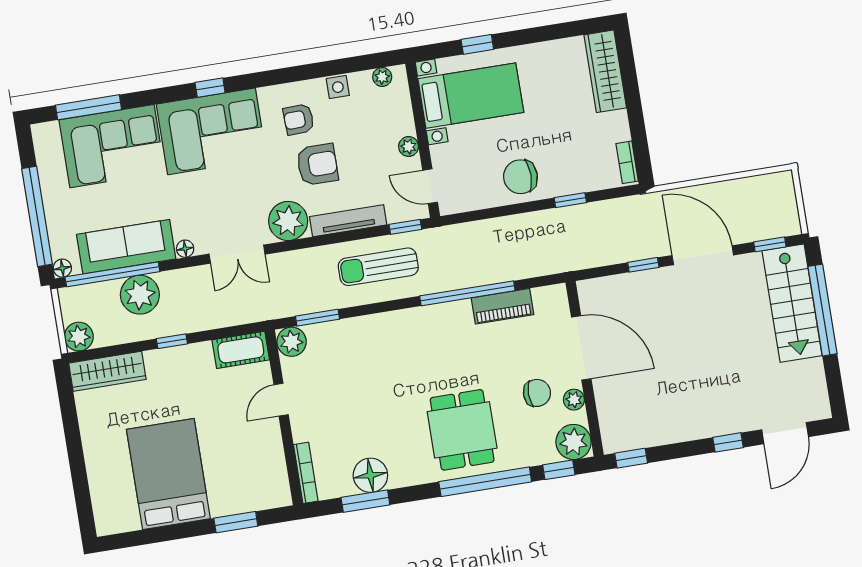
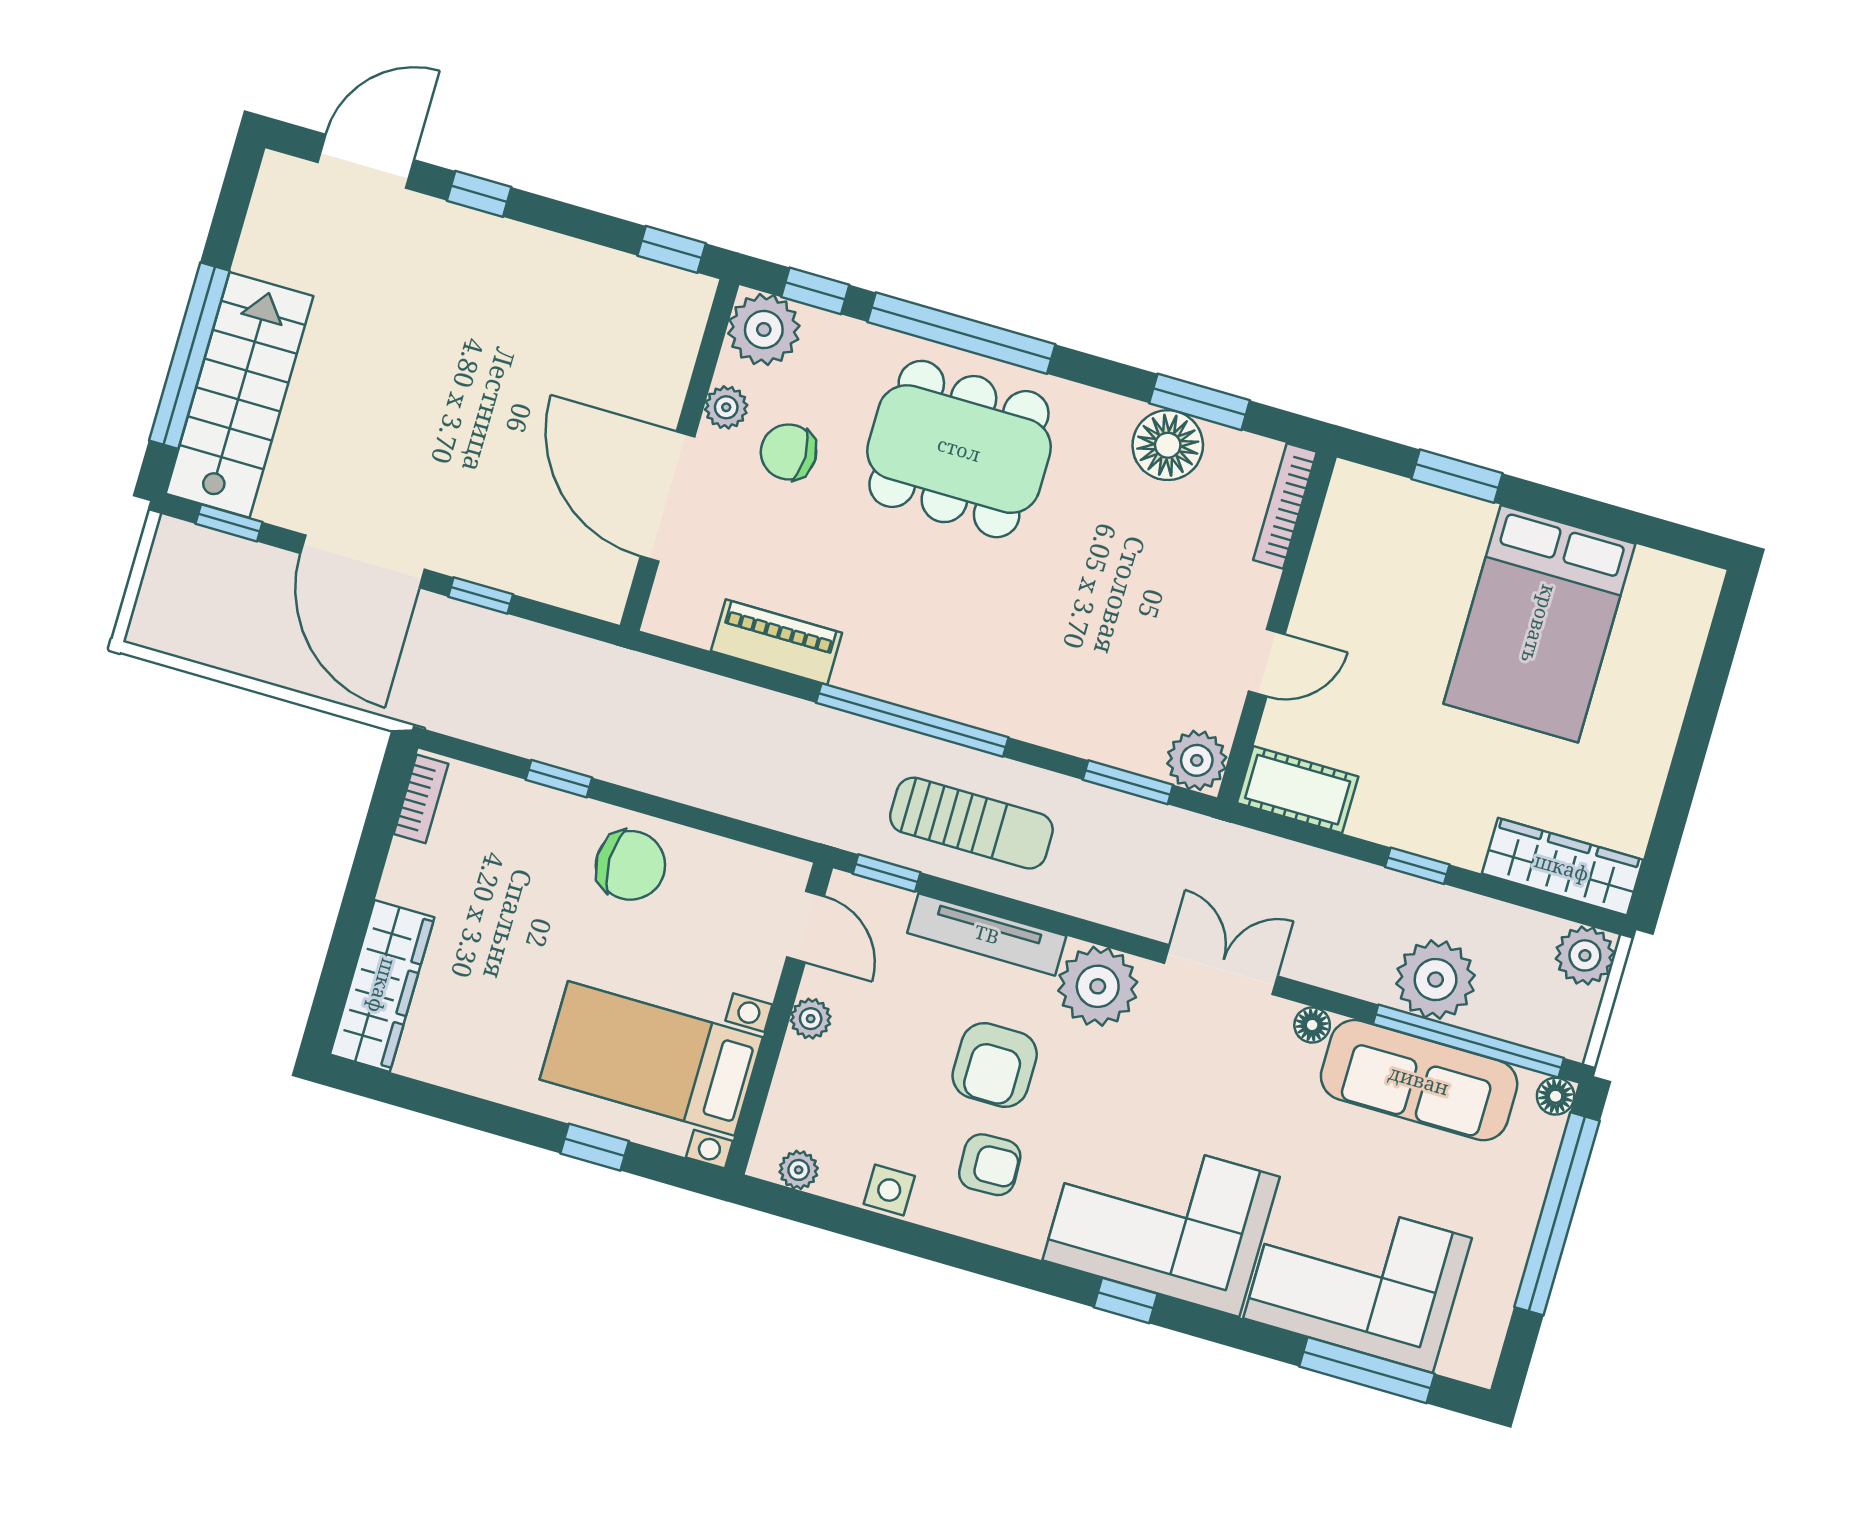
armchair: (317, 165) -> (995, 1065), turned -90
window: (467, 293) -> (912, 720), moved
dining table: (462, 430) -> (959, 449), width x1.38

